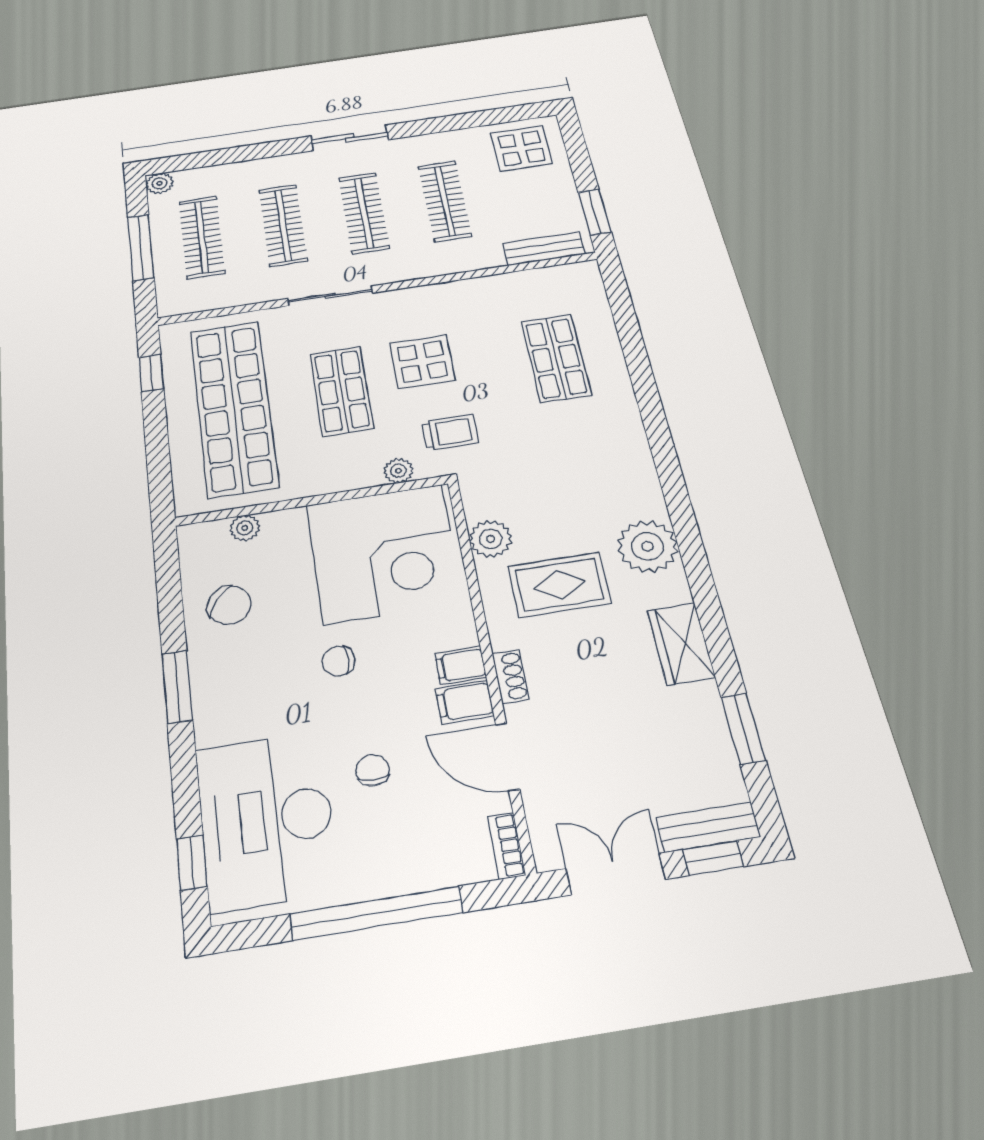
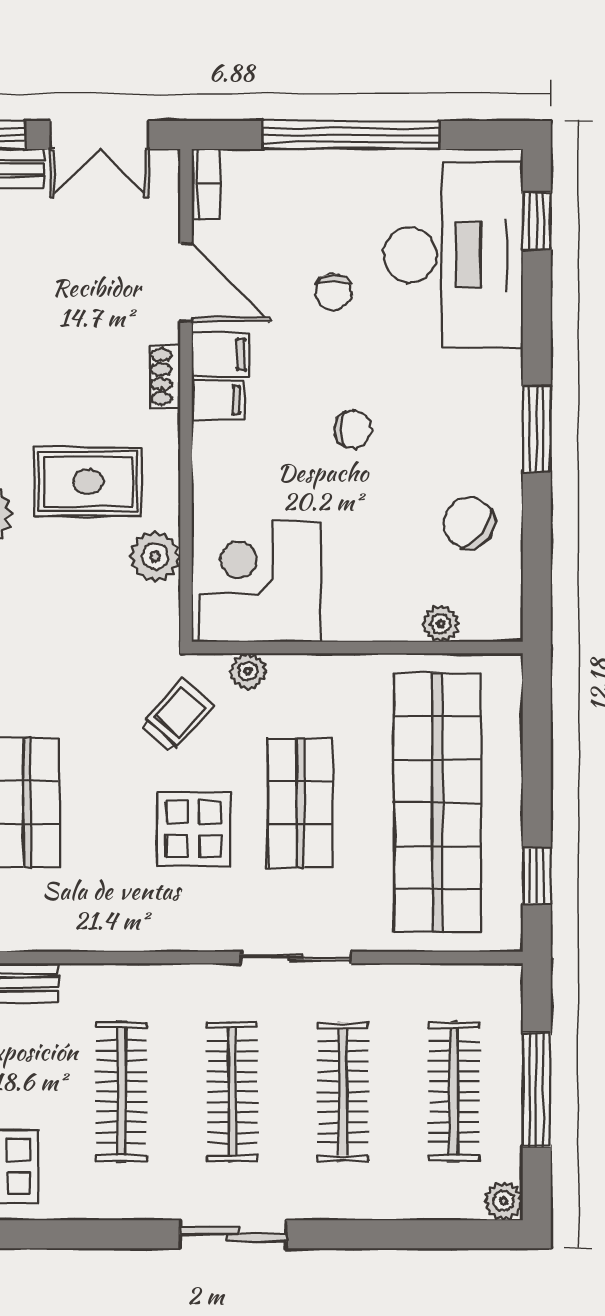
trolley: (450, 432) -> (177, 715), turned 132
corner desk: (384, 553) -> (260, 582), width x0.74, depth x0.74

